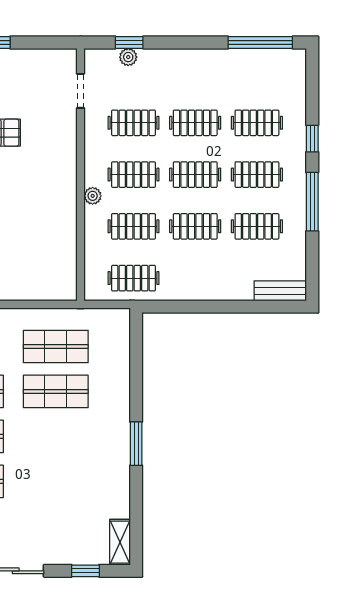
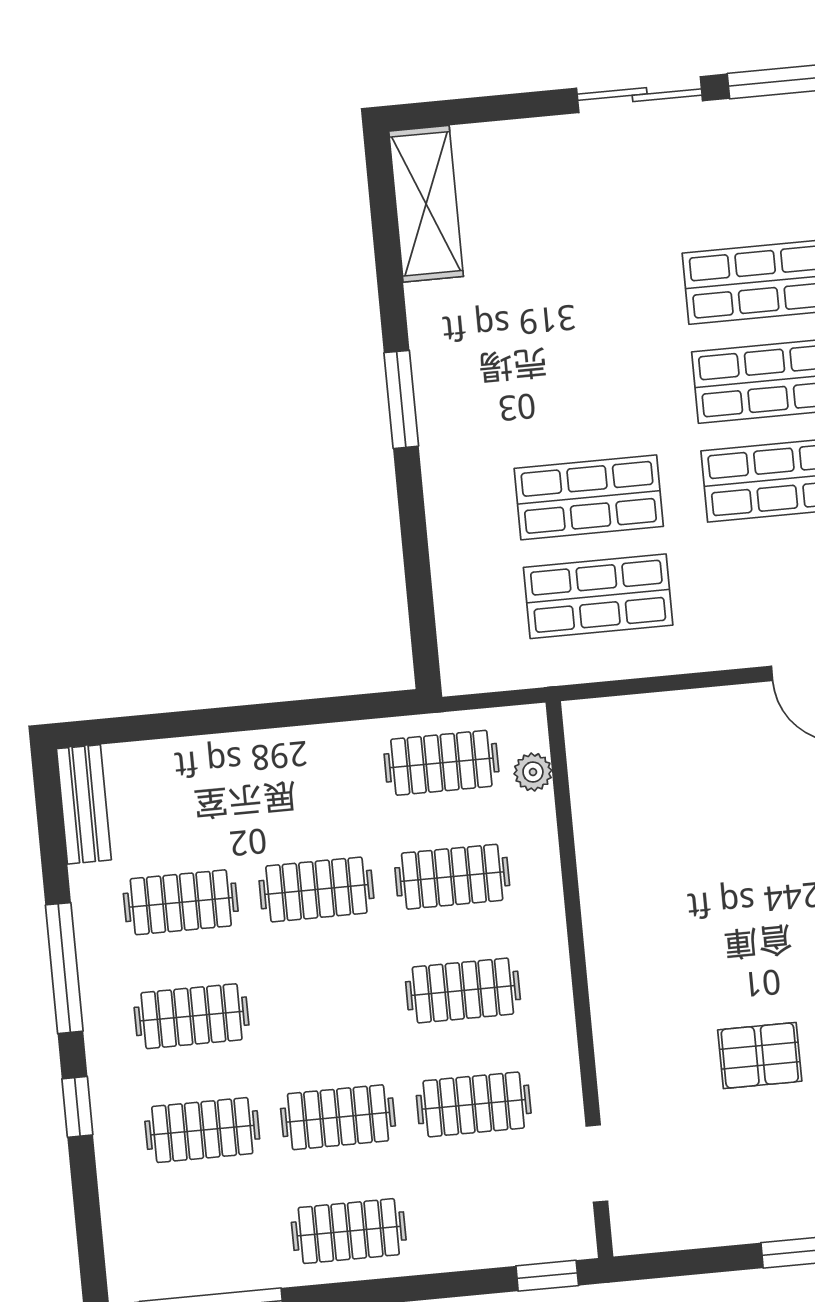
window: (129, 42) -> (547, 1276), moved
plant: (128, 57) -> (499, 1248), removed
clothes rail: (195, 175) -> (349, 1231), moved
plant: (93, 196) -> (533, 772), moved
bench: (280, 291) -> (84, 804), moved, turned 90
shelving: (120, 542) -> (426, 204), width x1.50, depth x1.33
window: (85, 571) -> (486, 109), removed

